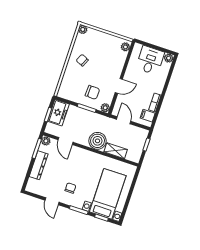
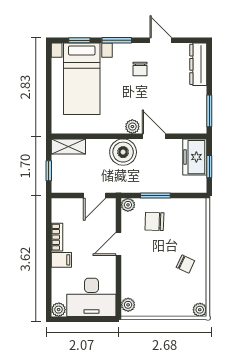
desk: (150, 60) -> (91, 297), width x1.37
freezer: (58, 113) -> (195, 157), moved
filing cabinet: (148, 116) -> (61, 260), moved
door: (124, 120) -> (95, 195), hinge flipped
plant: (46, 141) -> (132, 127), moved
door: (66, 141) -> (154, 136), moved
shelving: (116, 151) -> (68, 146), moved
dresser: (39, 165) -> (198, 64), moved

